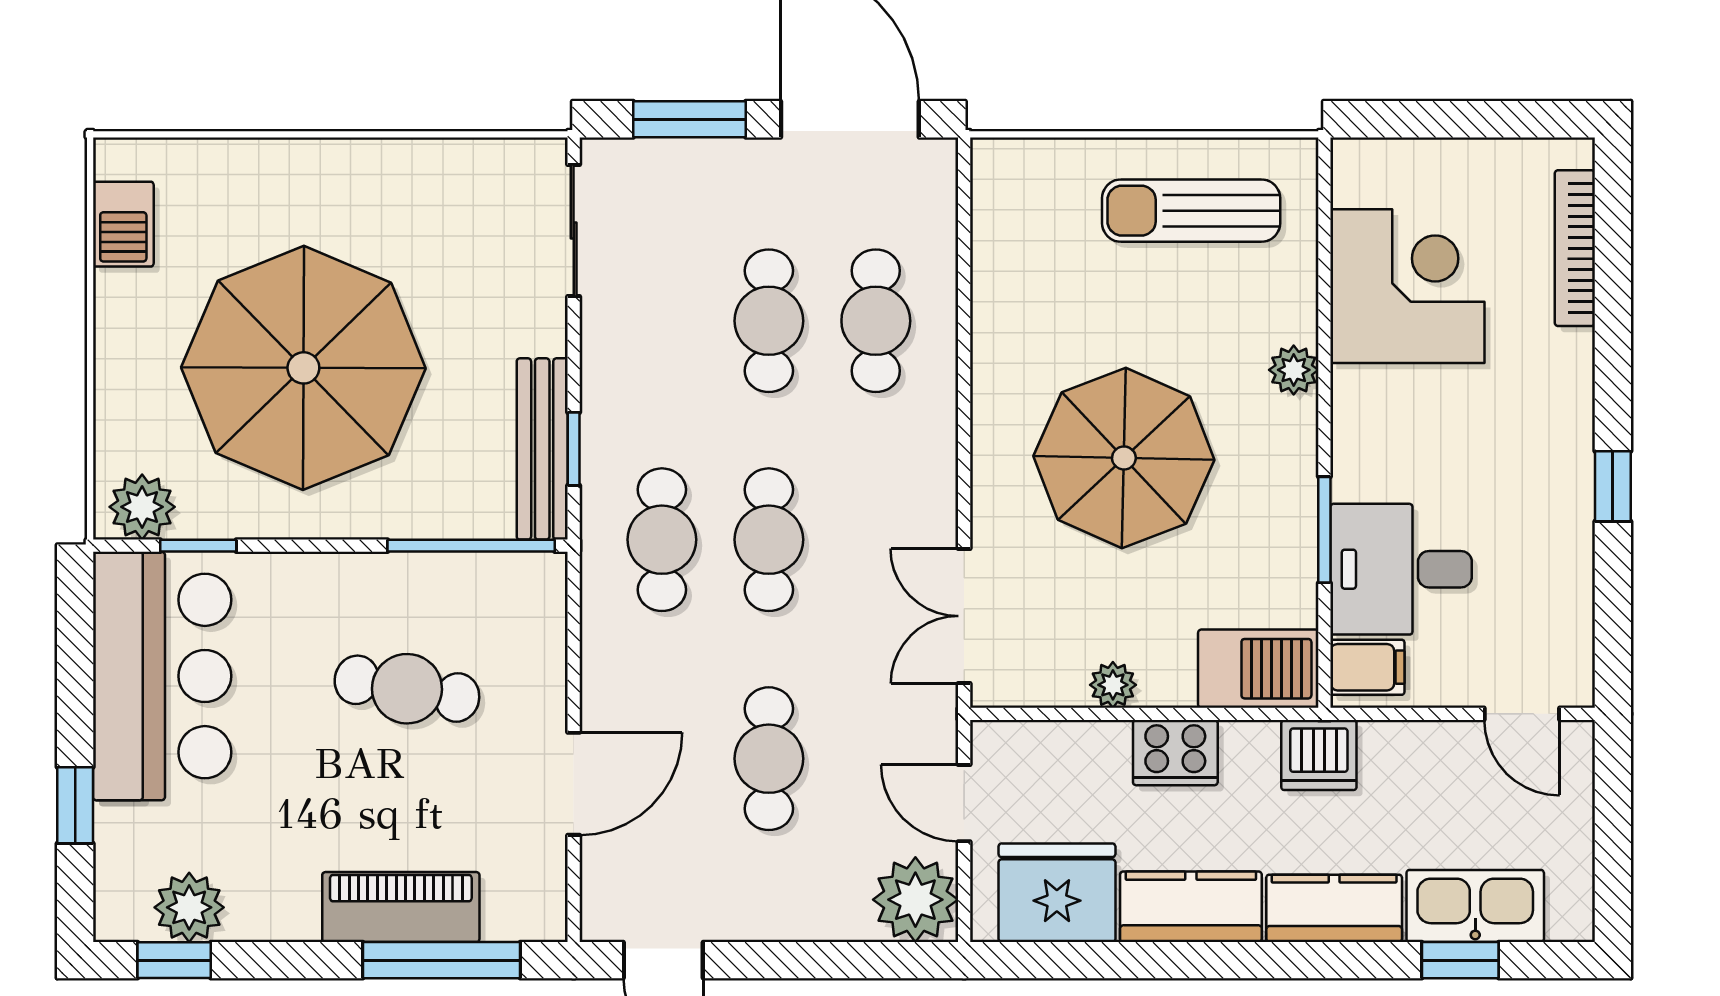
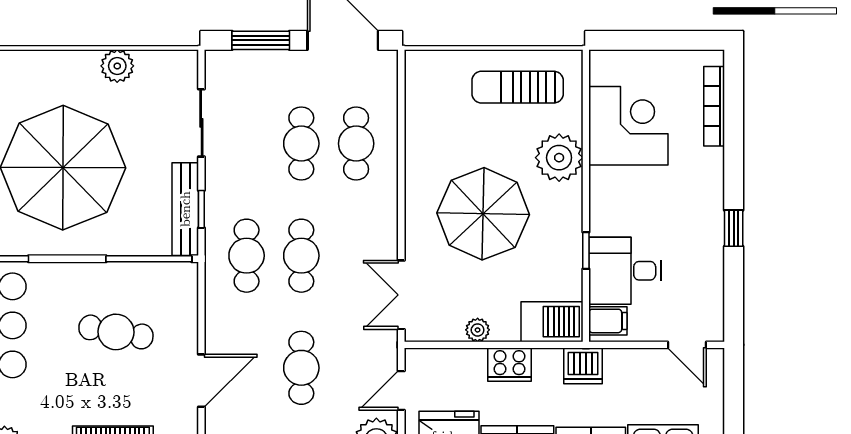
plant: (409, 169) -> (117, 66), added
sliding door: (574, 230) -> (201, 123), moved
plant: (1294, 370) -> (559, 158), width x1.87, depth x1.87
window: (1324, 530) -> (586, 251), width x0.67
door: (964, 803) -> (401, 391), hinge flipped

